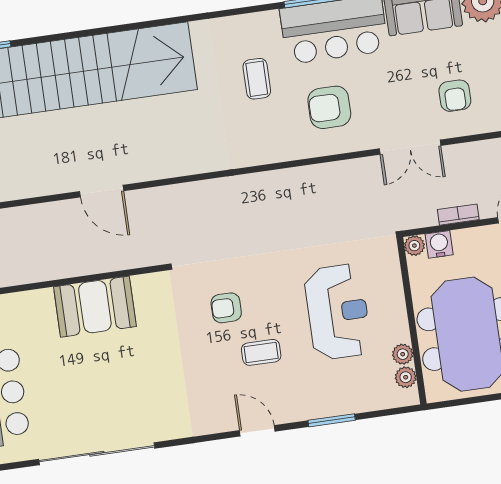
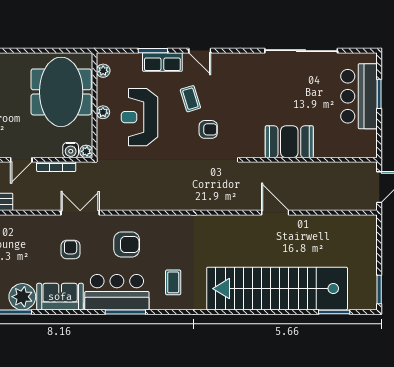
coffee table: (257, 79) -> (173, 282), moved
armchair: (455, 96) -> (71, 250), moved
bookcase: (458, 215) -> (56, 167), width x1.56
coffee table: (261, 352) -> (190, 99), turned 73
plant: (403, 354) -> (103, 112), moved
row of seats: (314, 404) -> (162, 62), added

